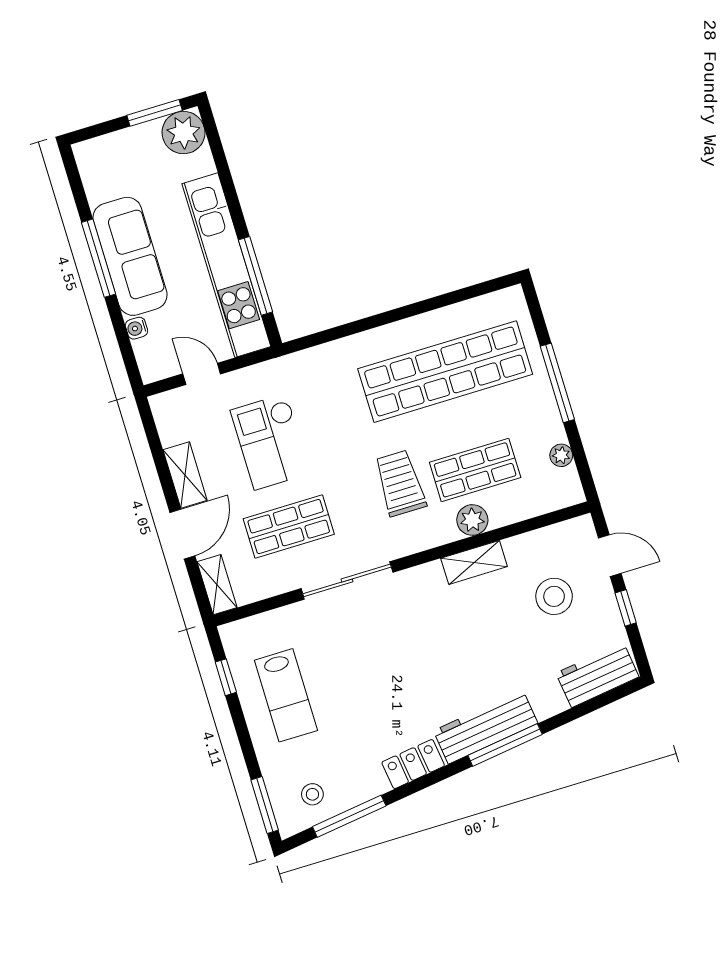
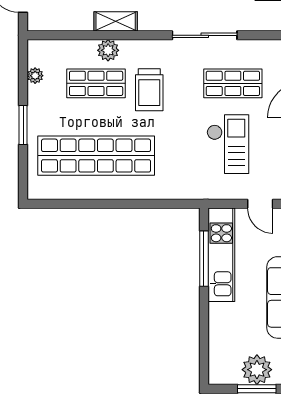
window: (155, 113) -> (257, 389), moved
plant: (183, 133) -> (257, 370), moved
kitchen unit: (226, 265) -> (221, 255), width x0.73
window: (557, 383) -> (23, 125), width x0.69

